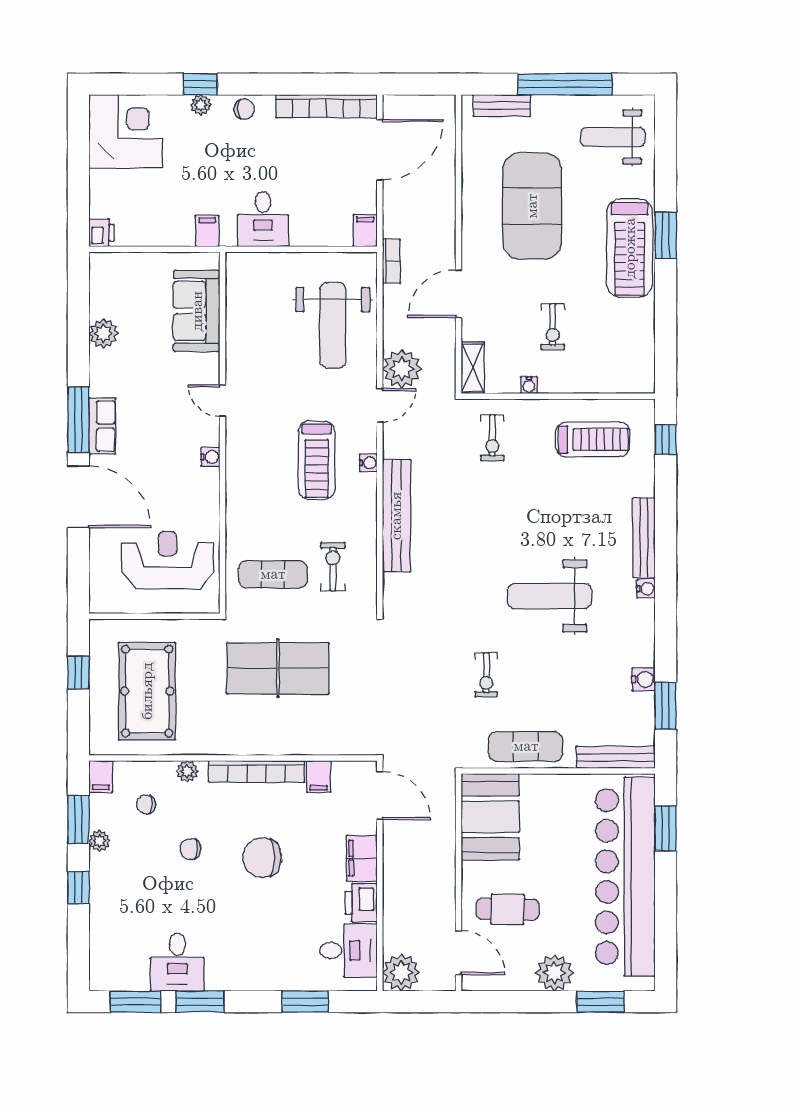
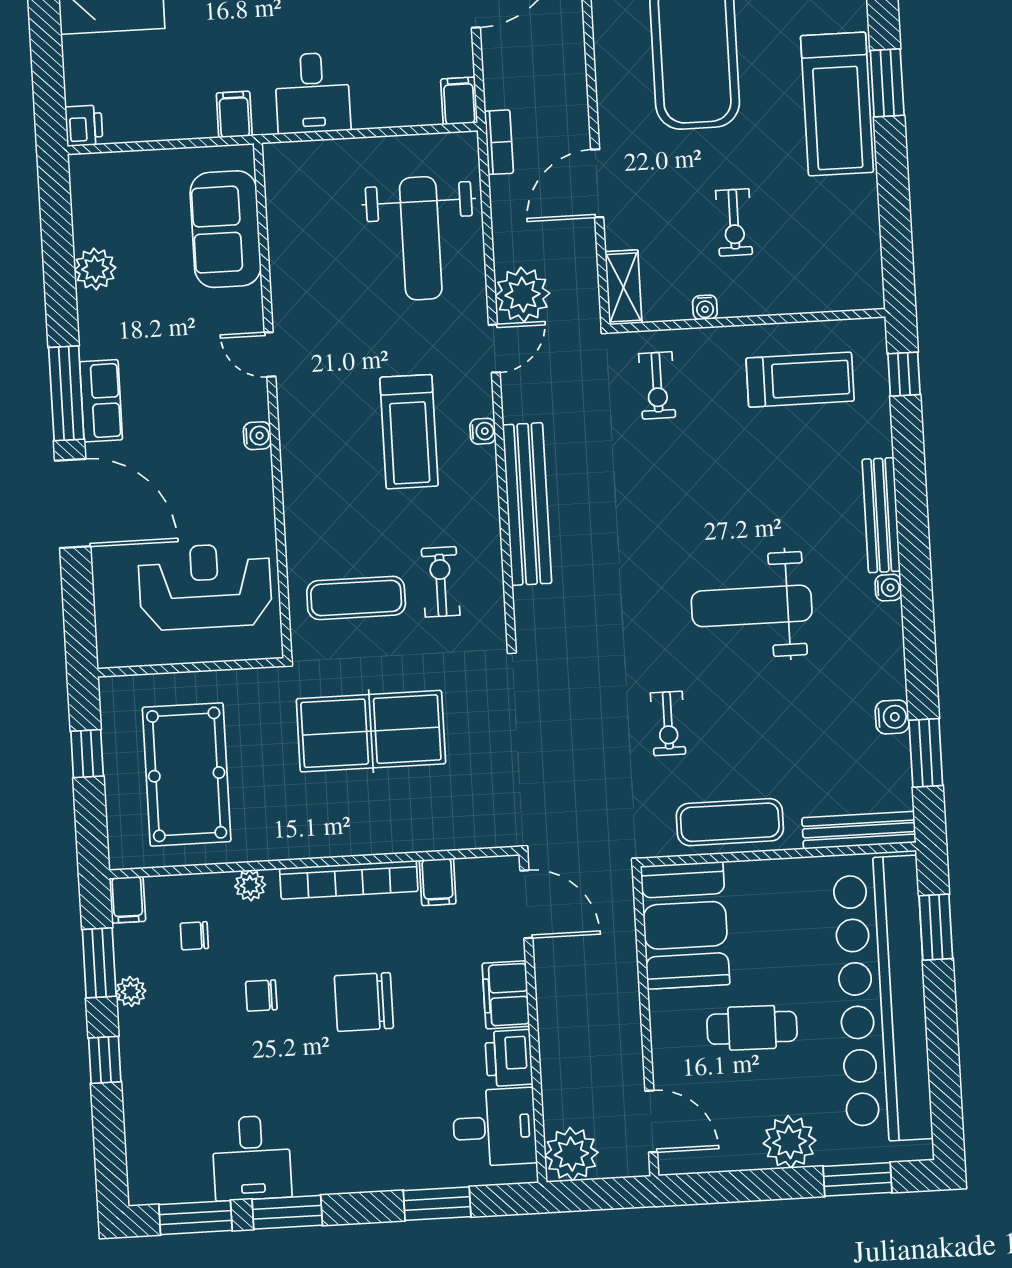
cafe table: (508, 909) -> (752, 1028), moved

